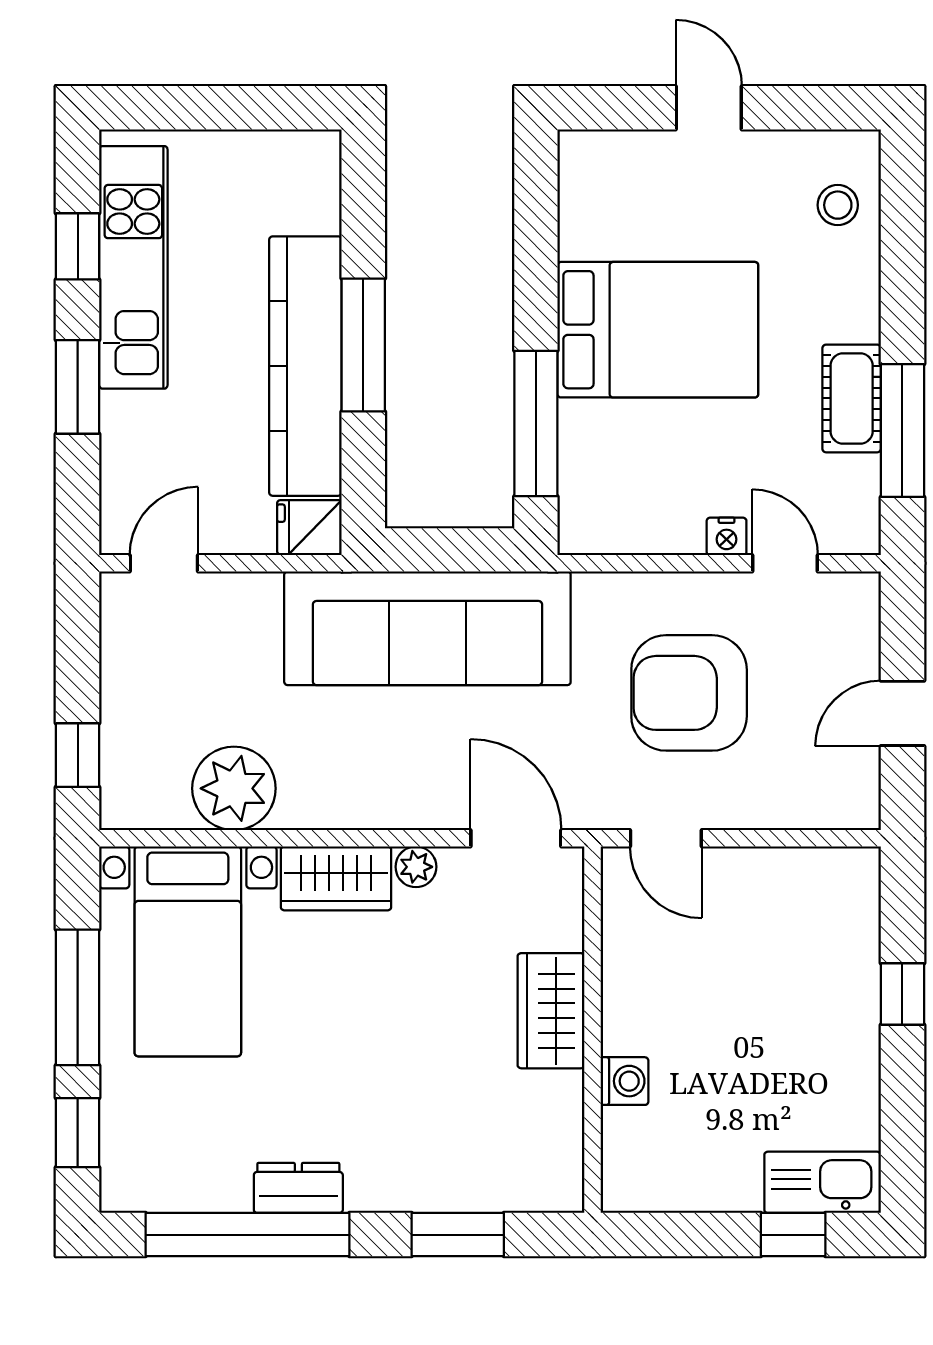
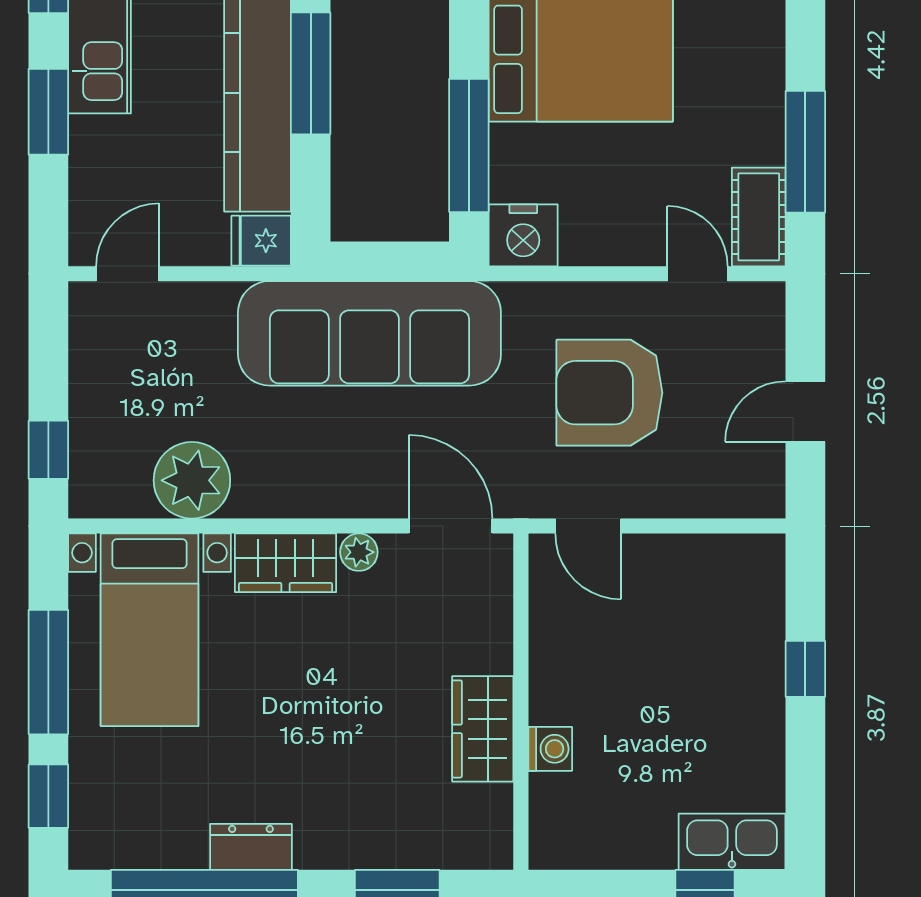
cot: (852, 398) -> (759, 217), moved
nightstand: (727, 536) -> (523, 235), moved, width x1.89, depth x1.79
wardrobe: (551, 1011) -> (483, 729), moved

